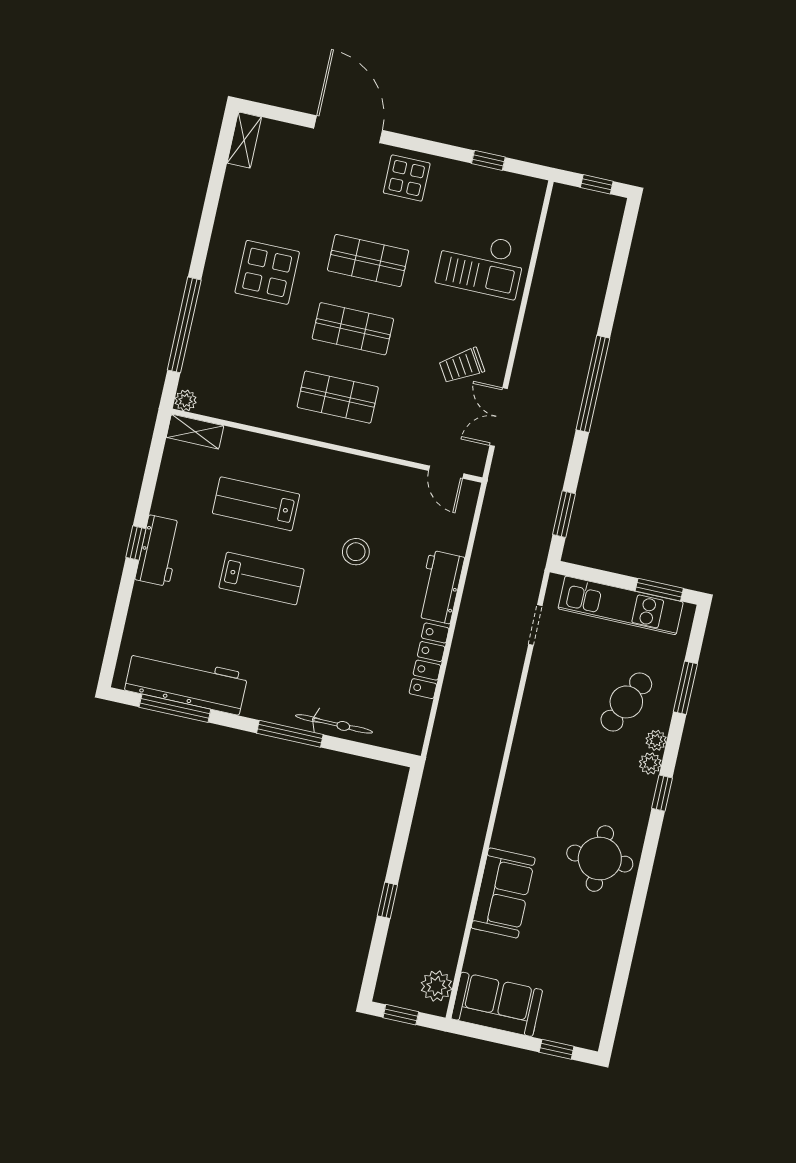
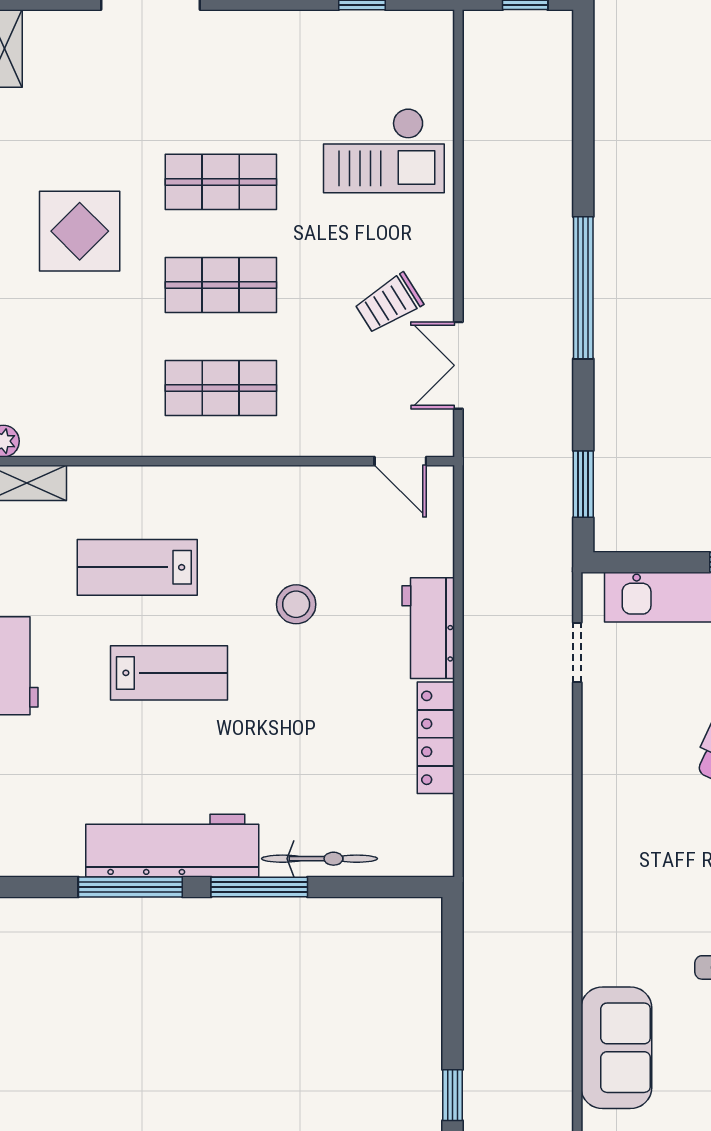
display table: (407, 178) -> (250, 51), removed
workbench: (186, 682) -> (172, 846), moved
window: (175, 708) -> (130, 887), moved

